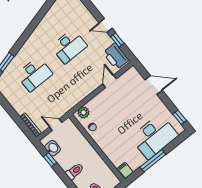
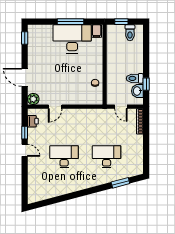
printer: (116, 56) -> (33, 121), width x0.53, depth x0.68
plant: (84, 113) -> (33, 99), moved
desk: (154, 136) -> (72, 39), moved
toilet: (75, 171) -> (135, 78), moved

